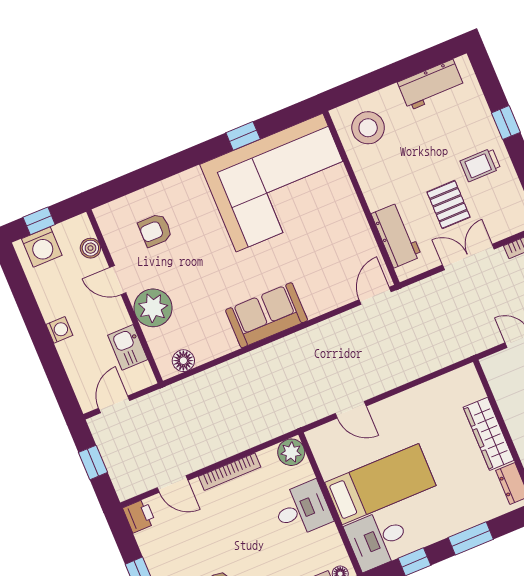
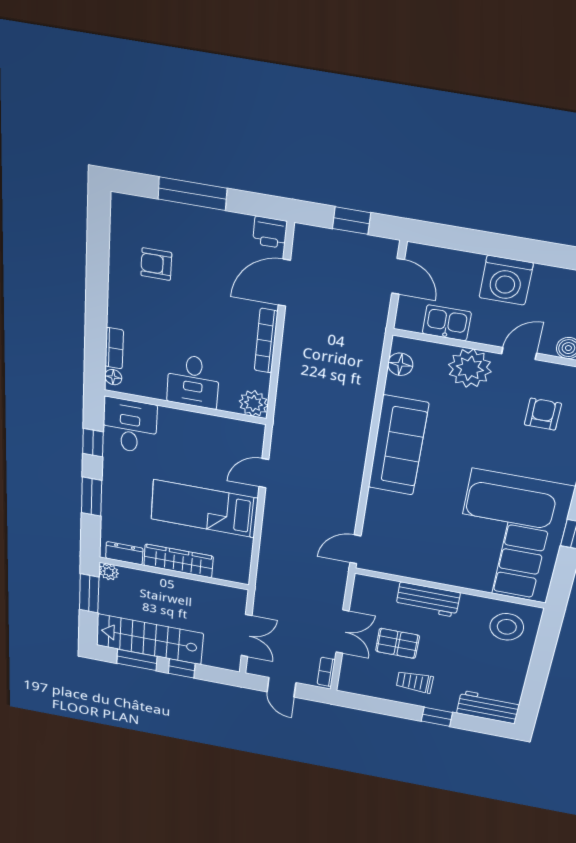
workbench: (431, 85) -> (488, 707), moved, turned 90
trolley: (480, 165) -> (415, 682), turned -90
workbench: (396, 235) -> (428, 600), moved
door: (375, 296) -> (355, 549), swing flipped
sofa: (267, 315) -> (398, 446), width x1.36
washing machine: (59, 330) -> (506, 280), width x1.89, depth x1.89
door: (173, 484) -> (284, 283), width x1.38
bed: (380, 484) -> (204, 509), moved, turned 90

